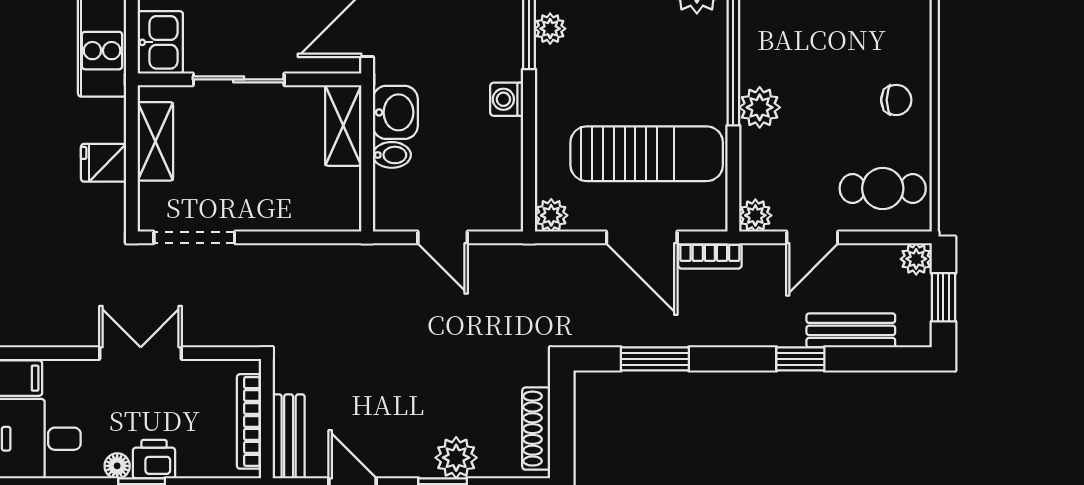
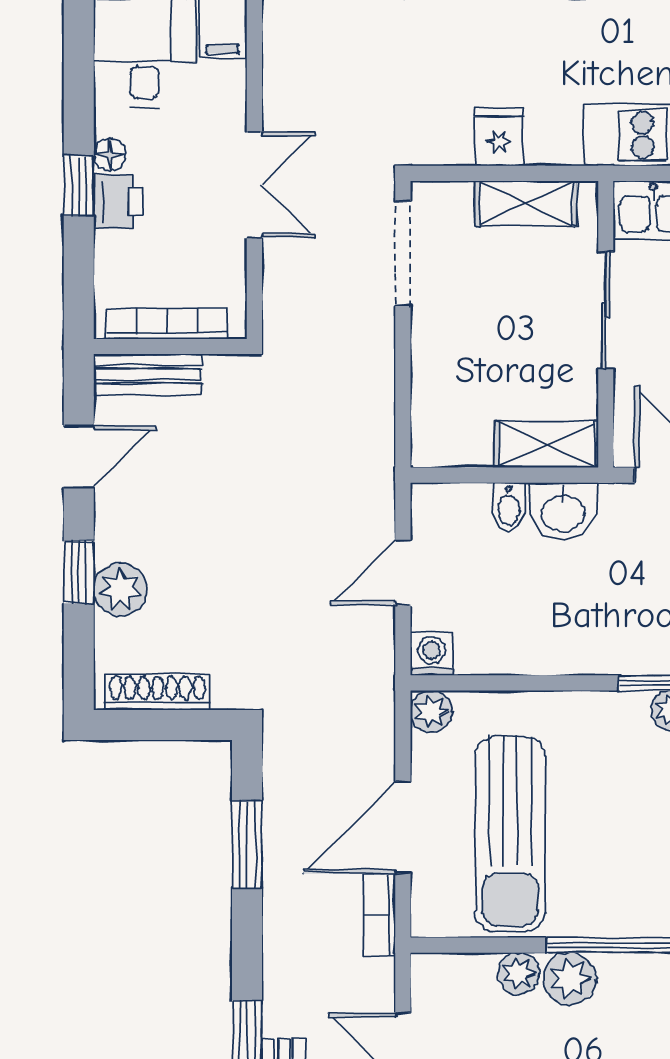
washing machine: (507, 99) -> (431, 654), moved
plant: (755, 215) -> (519, 973), moved

